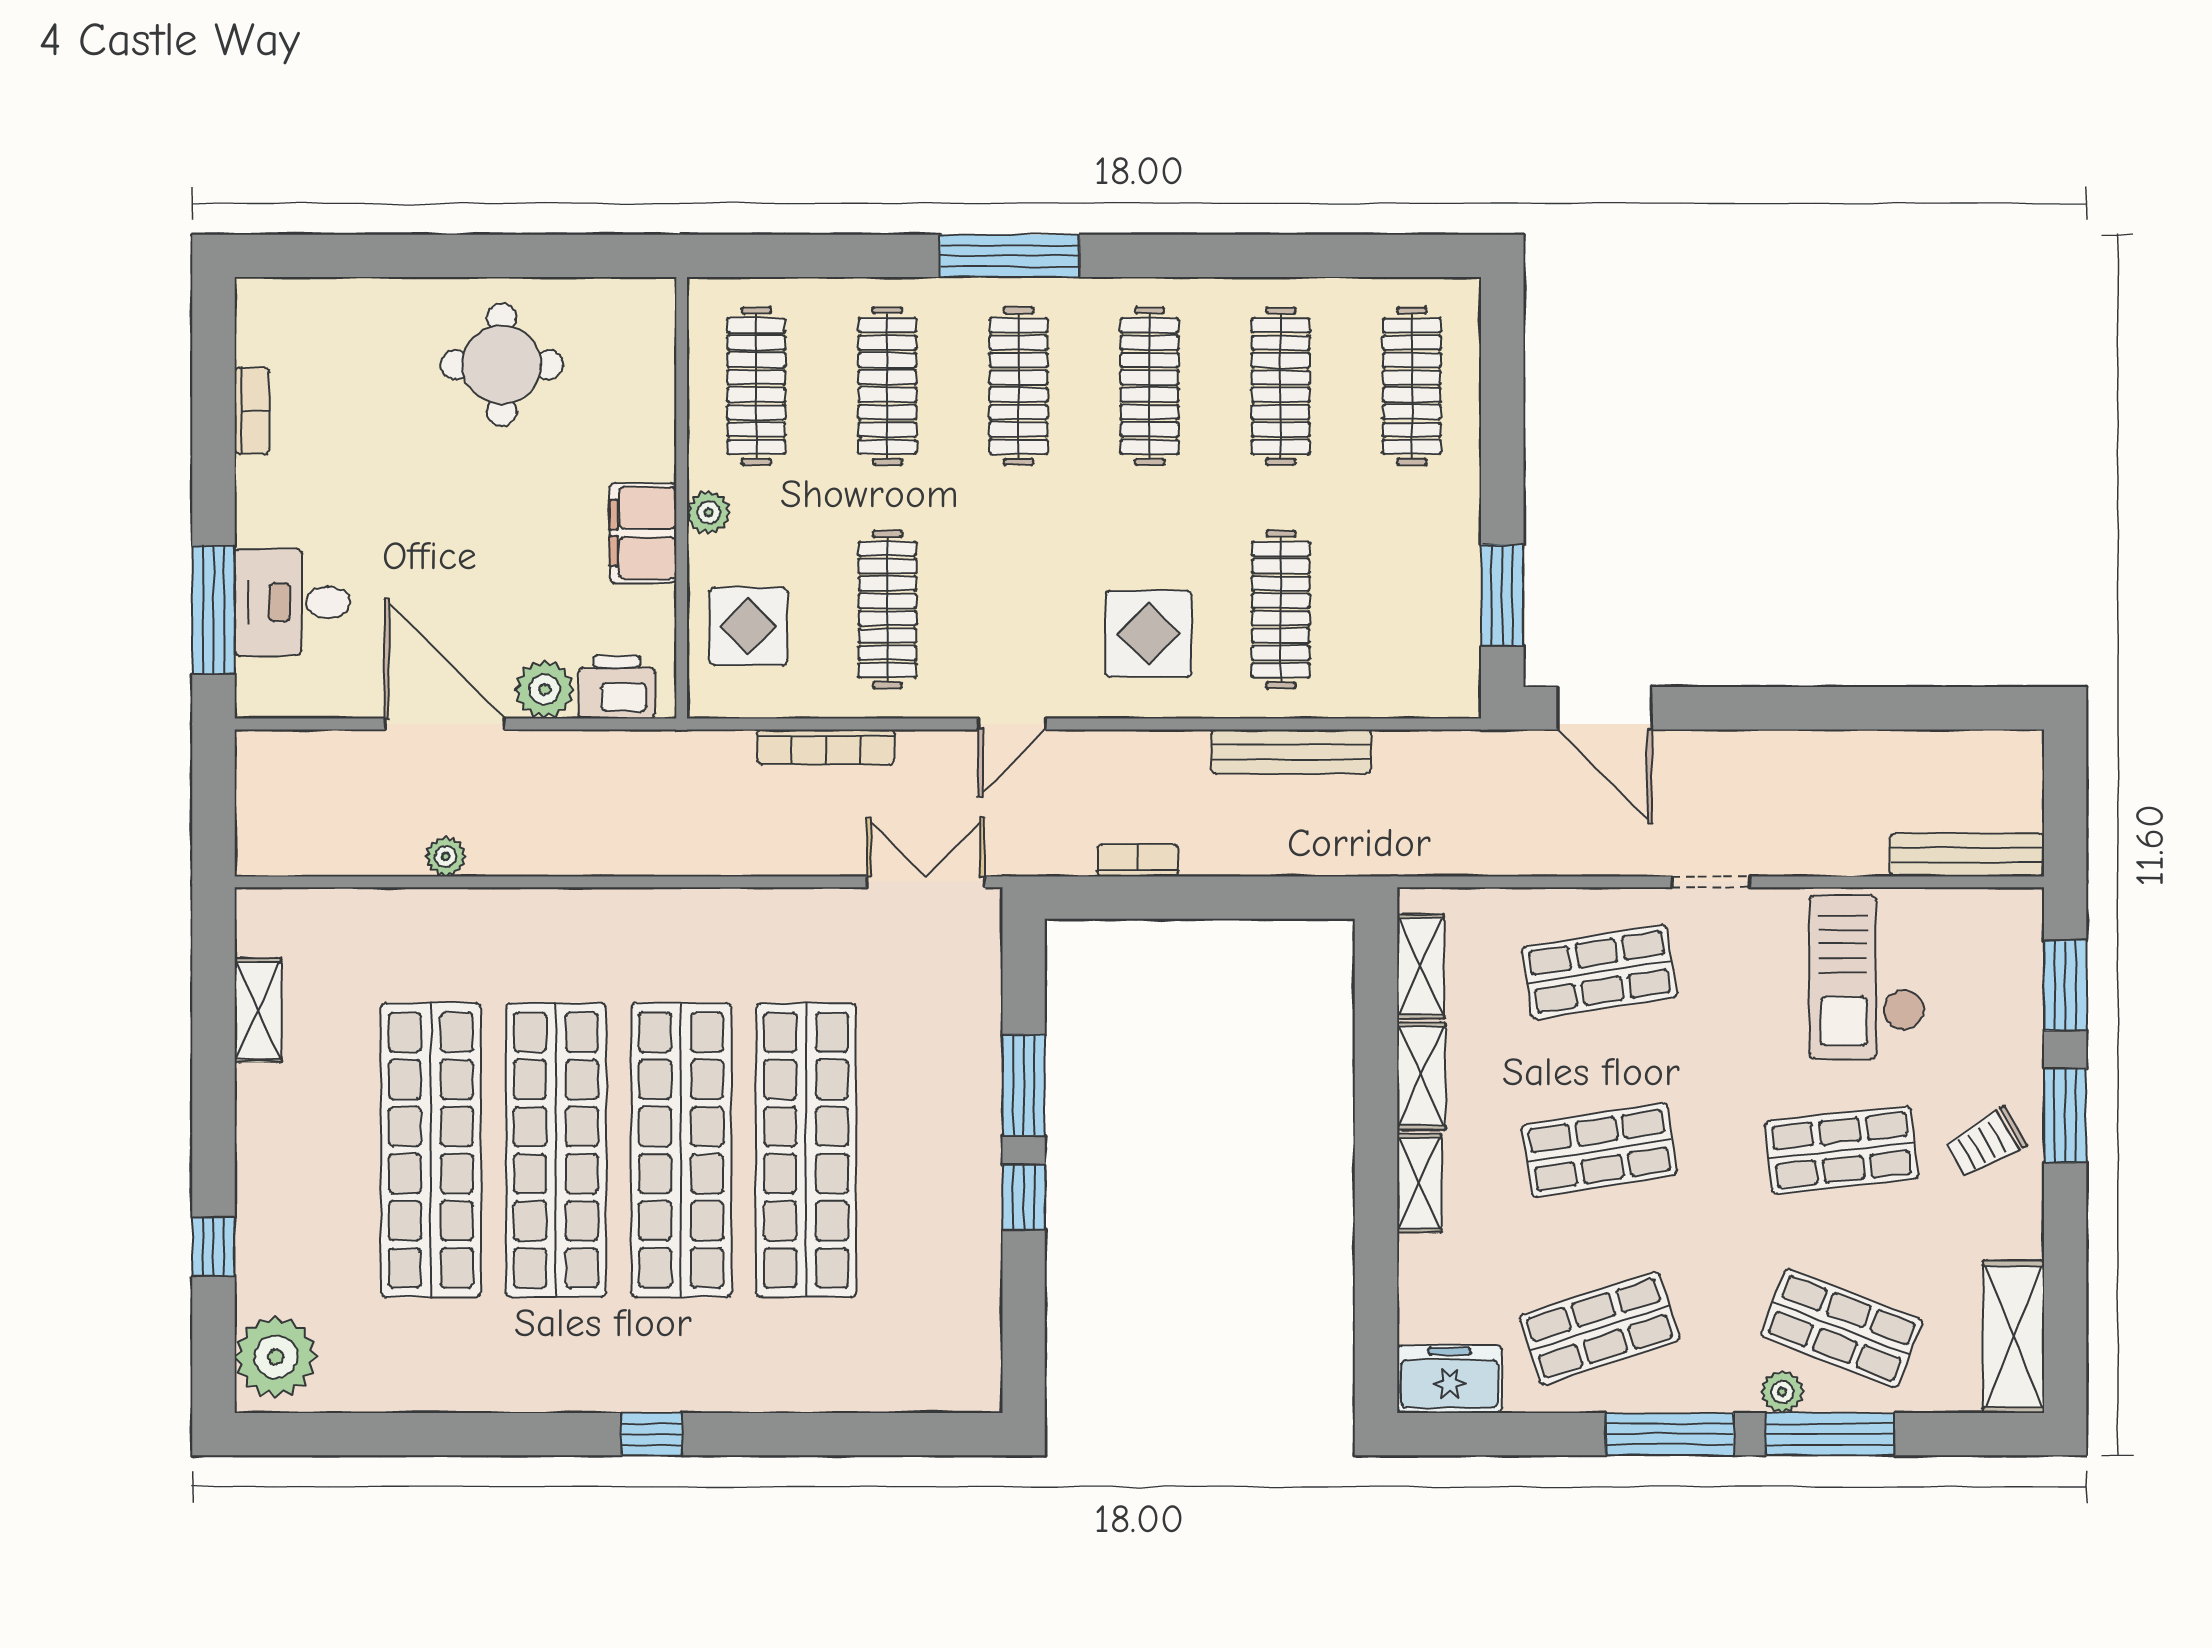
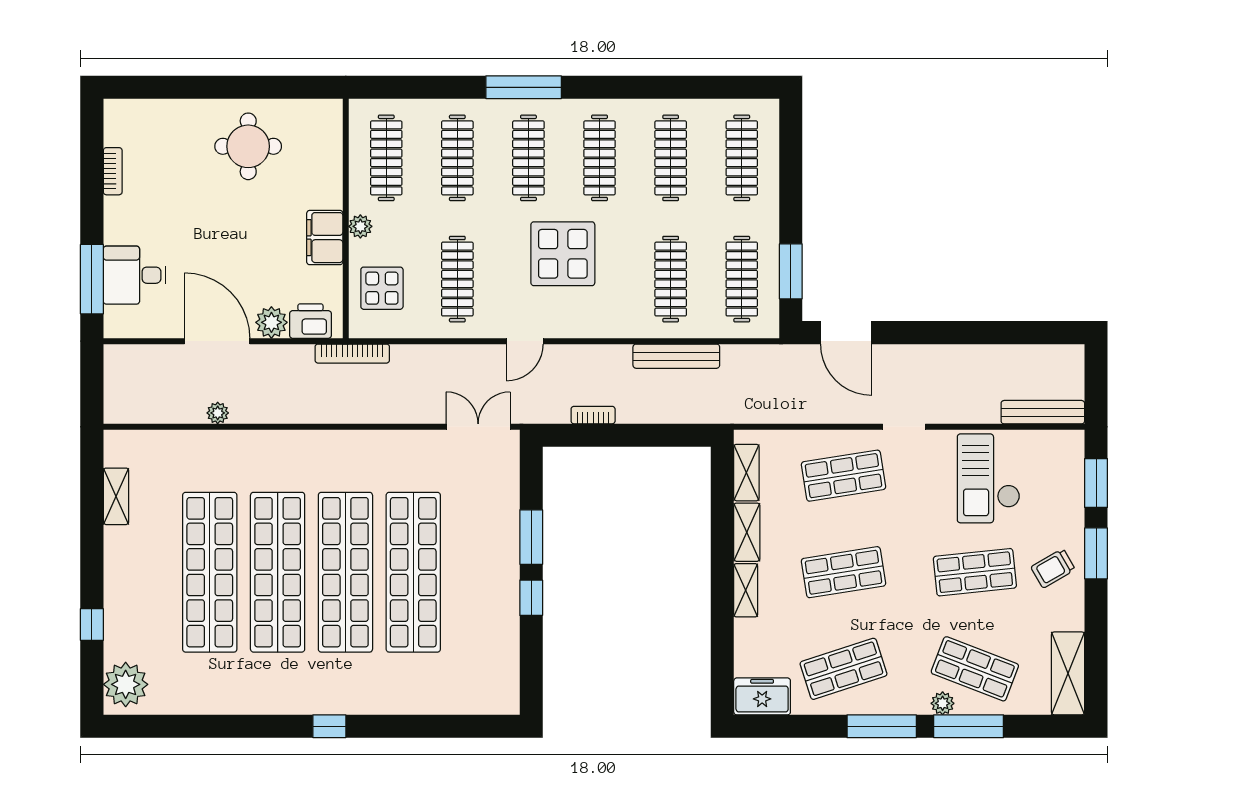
clothes rail: (1412, 610) -> (742, 279), added
display table: (1149, 634) -> (563, 254), moved, width x1.36, depth x1.36
bookcase: (826, 747) -> (352, 354), moved

